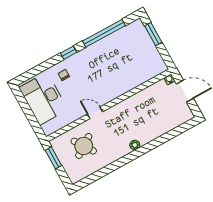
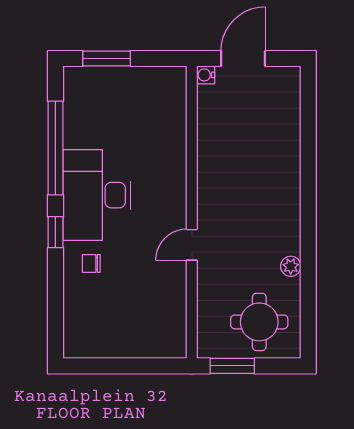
desk: (43, 99) -> (97, 195), moved, turned 90
plant: (135, 145) -> (291, 266), moved
round table: (84, 146) -> (259, 322), moved, turned 34

